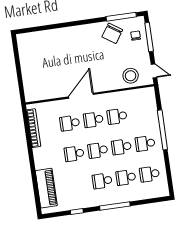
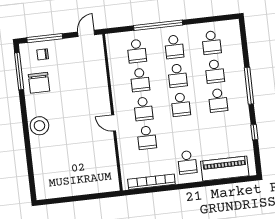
chair: (112, 33) -> (39, 83), turned 56
stool: (131, 76) -> (39, 126), moved
door: (81, 96) -> (114, 123), width x0.53
school desk: (141, 113) -> (137, 51), added
school desk: (74, 154) -> (187, 162), moved

